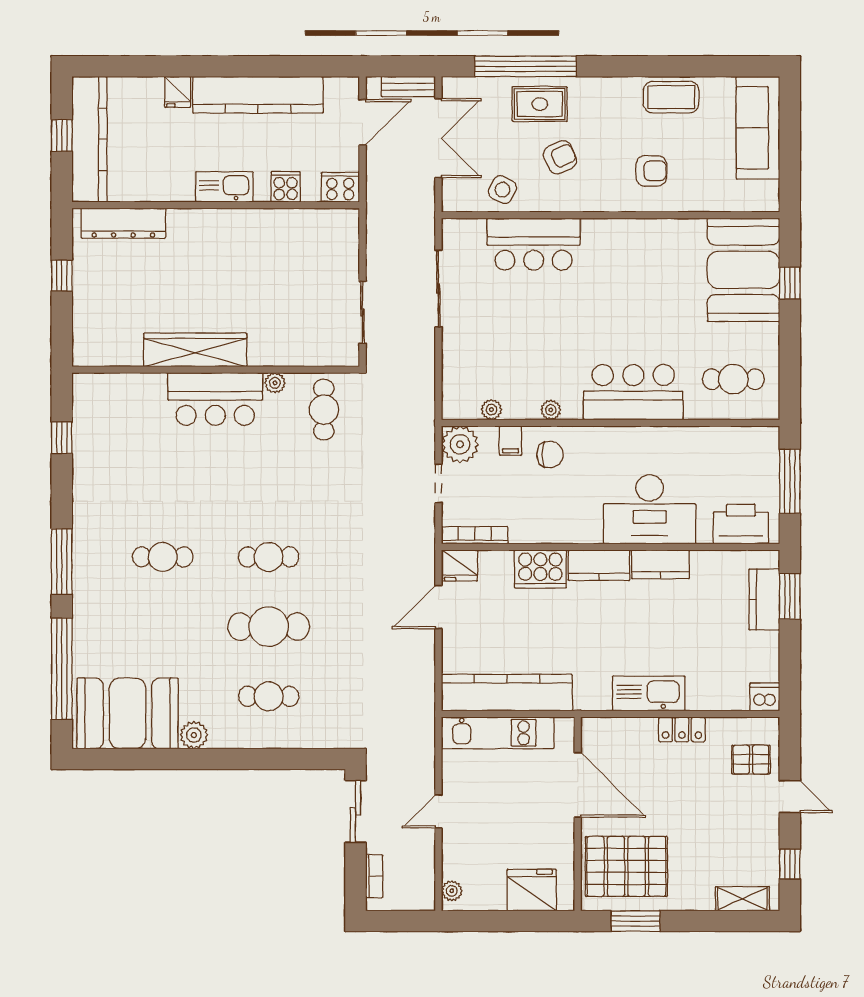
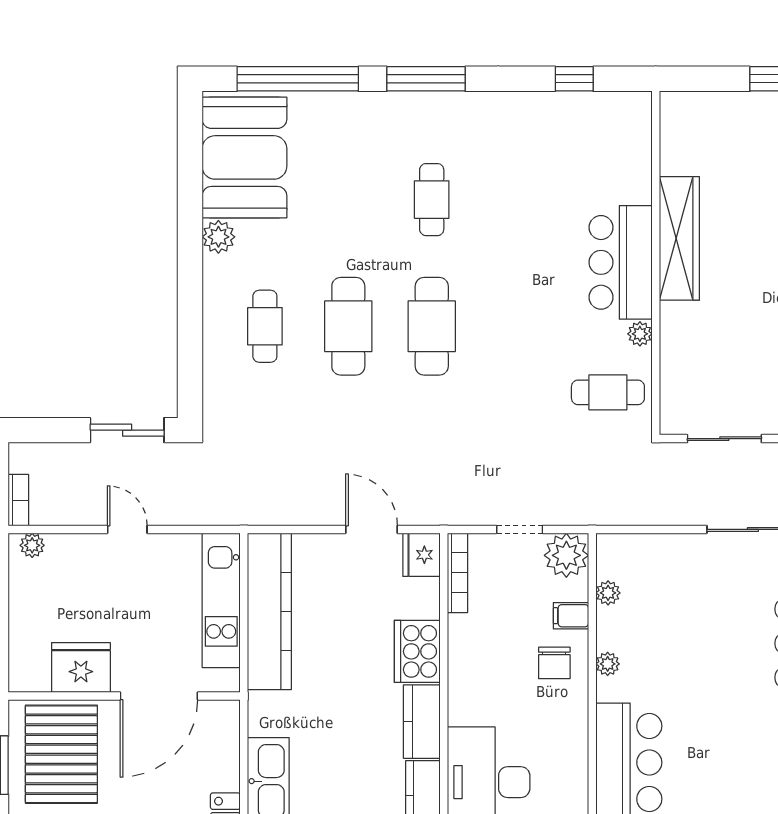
cafe table: (269, 557) -> (432, 326), width x1.37, depth x1.35
bookcase: (374, 876) -> (18, 500), moved, turned -90
fridge: (532, 890) -> (81, 668), moved, turned -90

